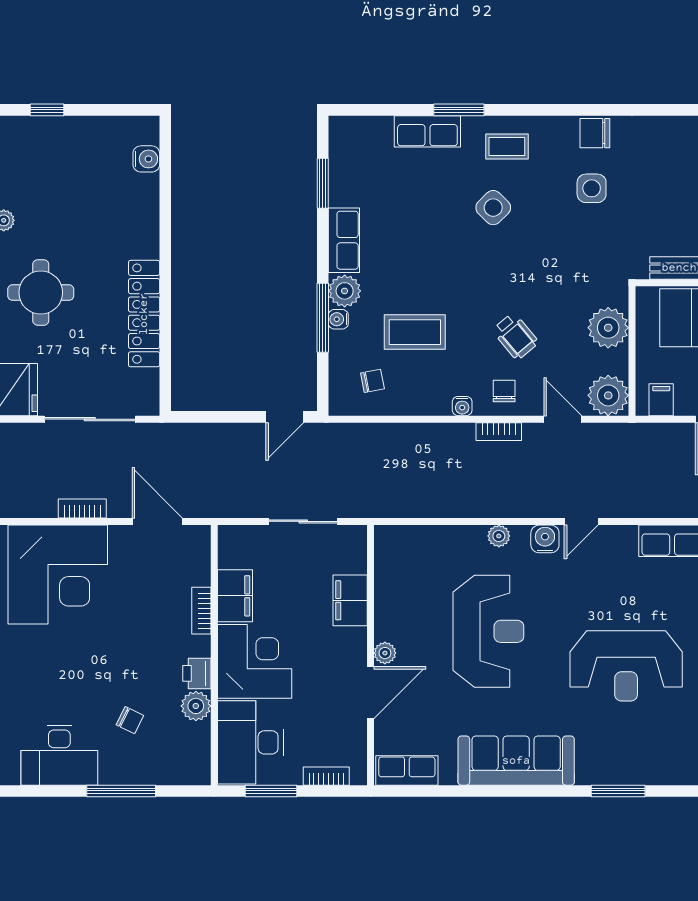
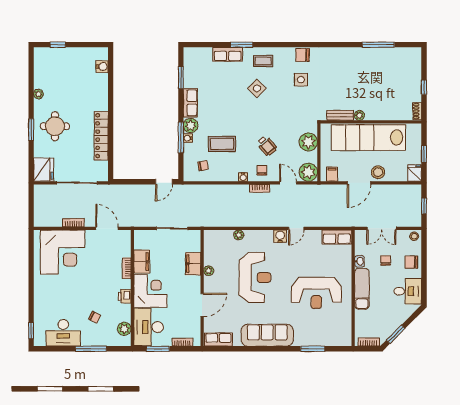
plant: (499, 536) -> (239, 235), moved
plant: (385, 653) -> (209, 271), moved
plant: (196, 706) -> (124, 329), moved

